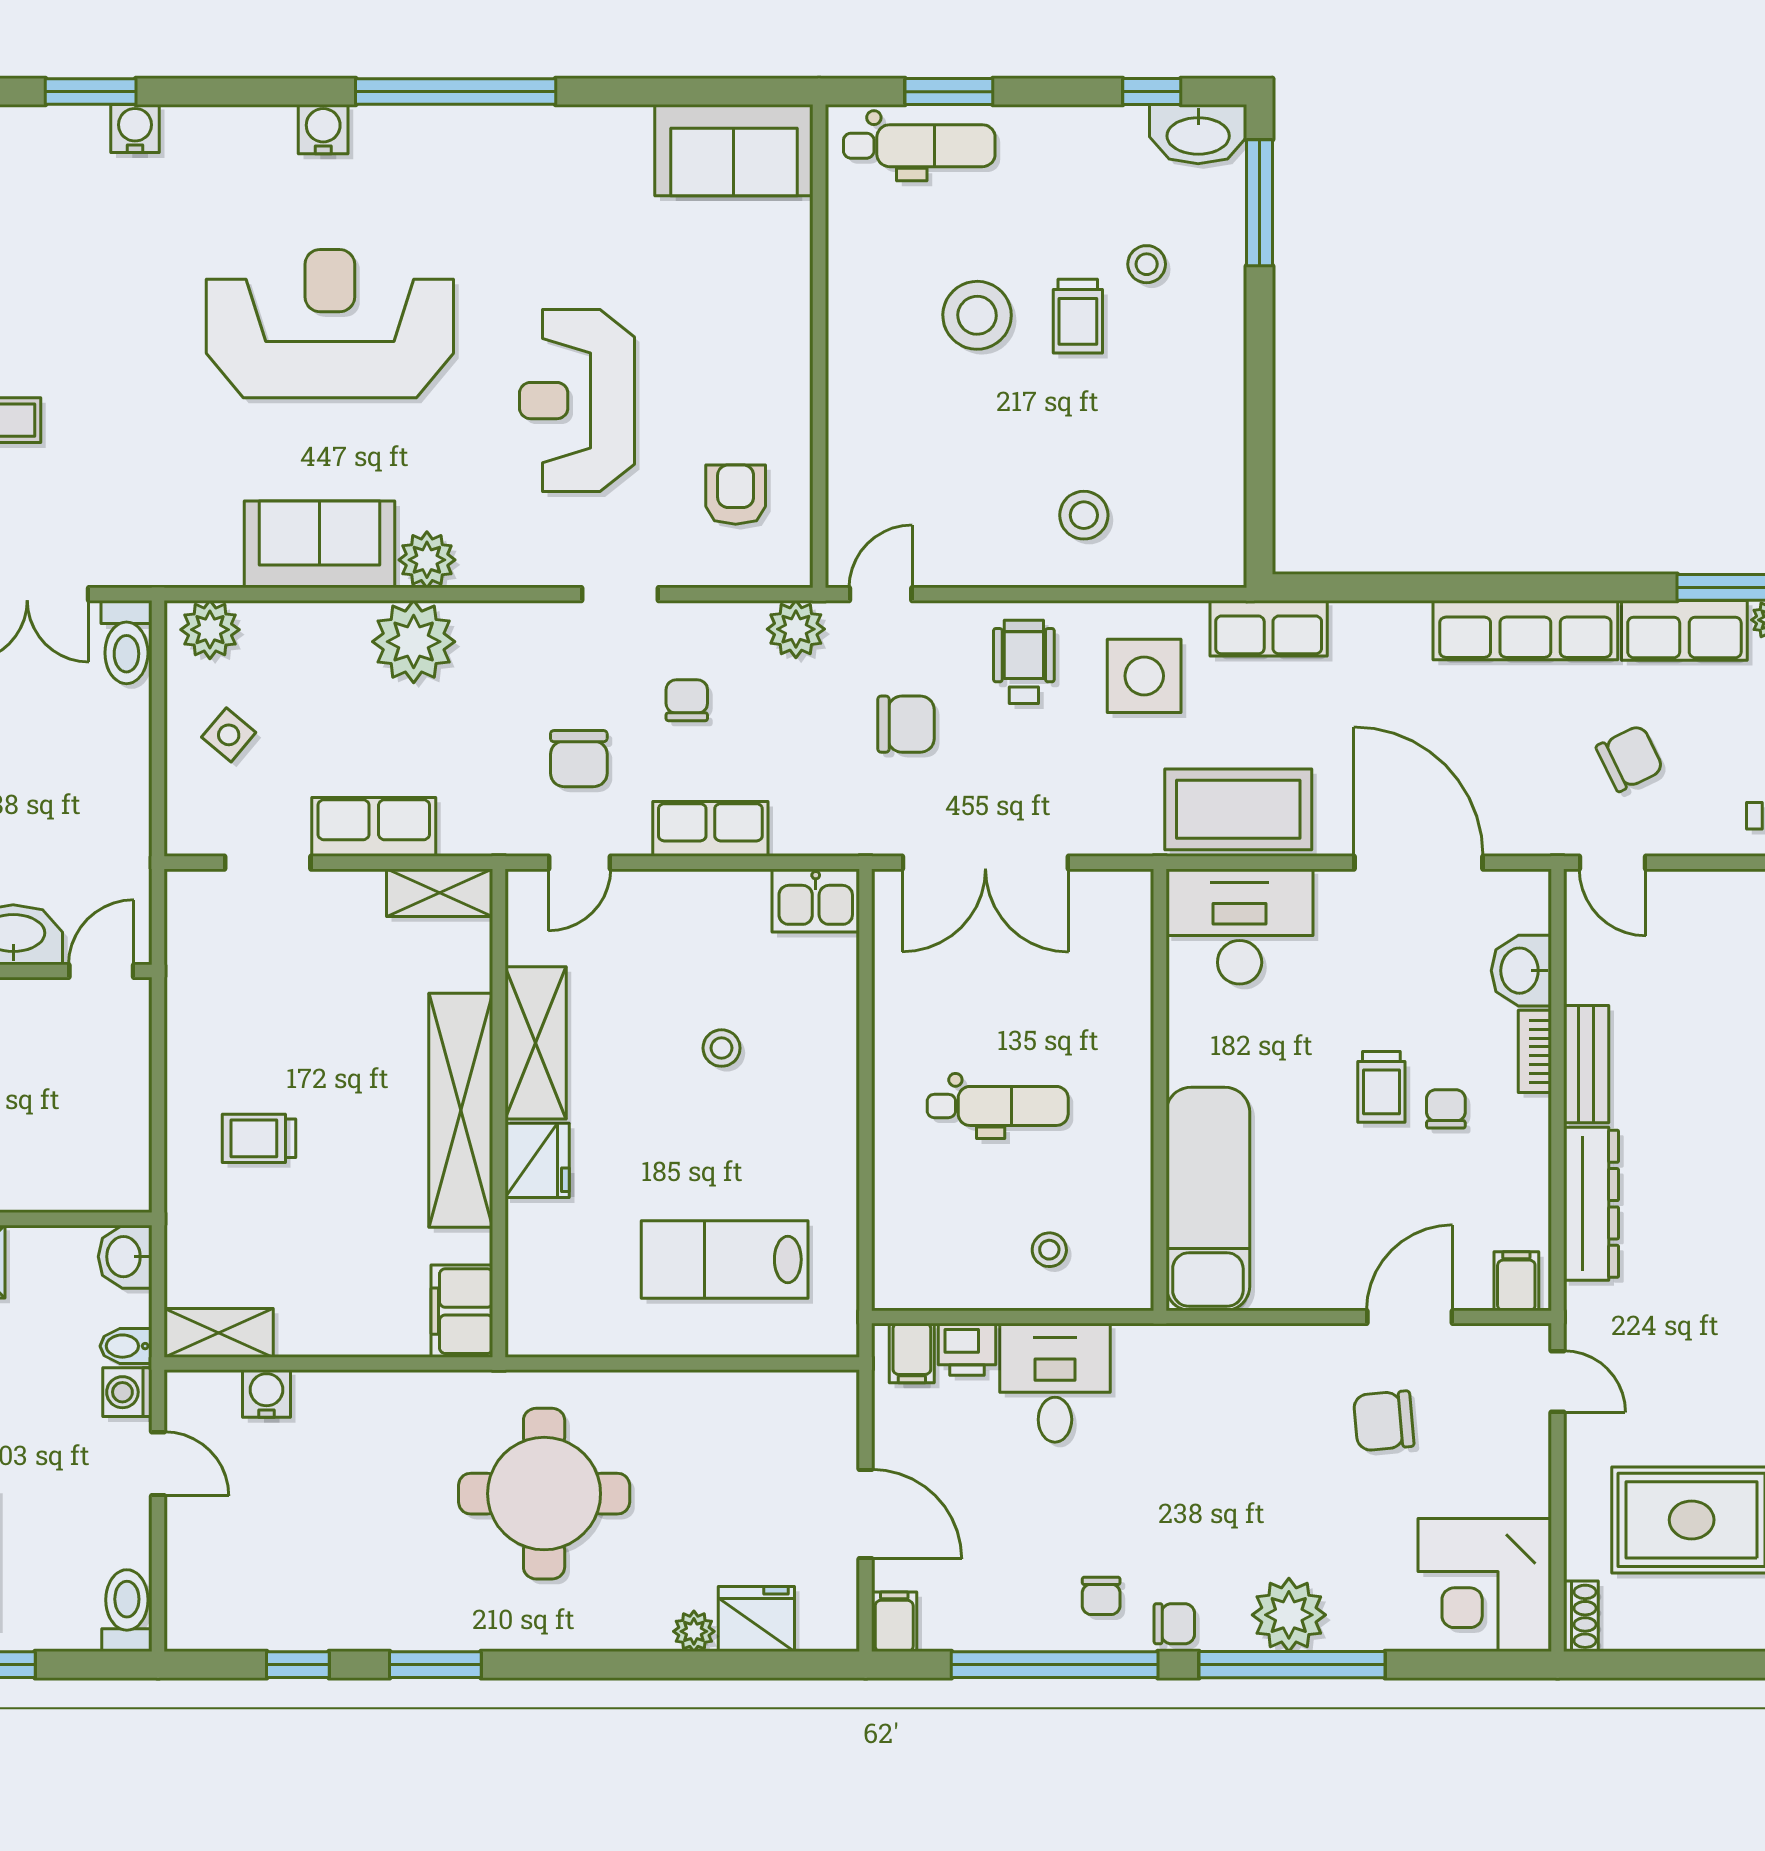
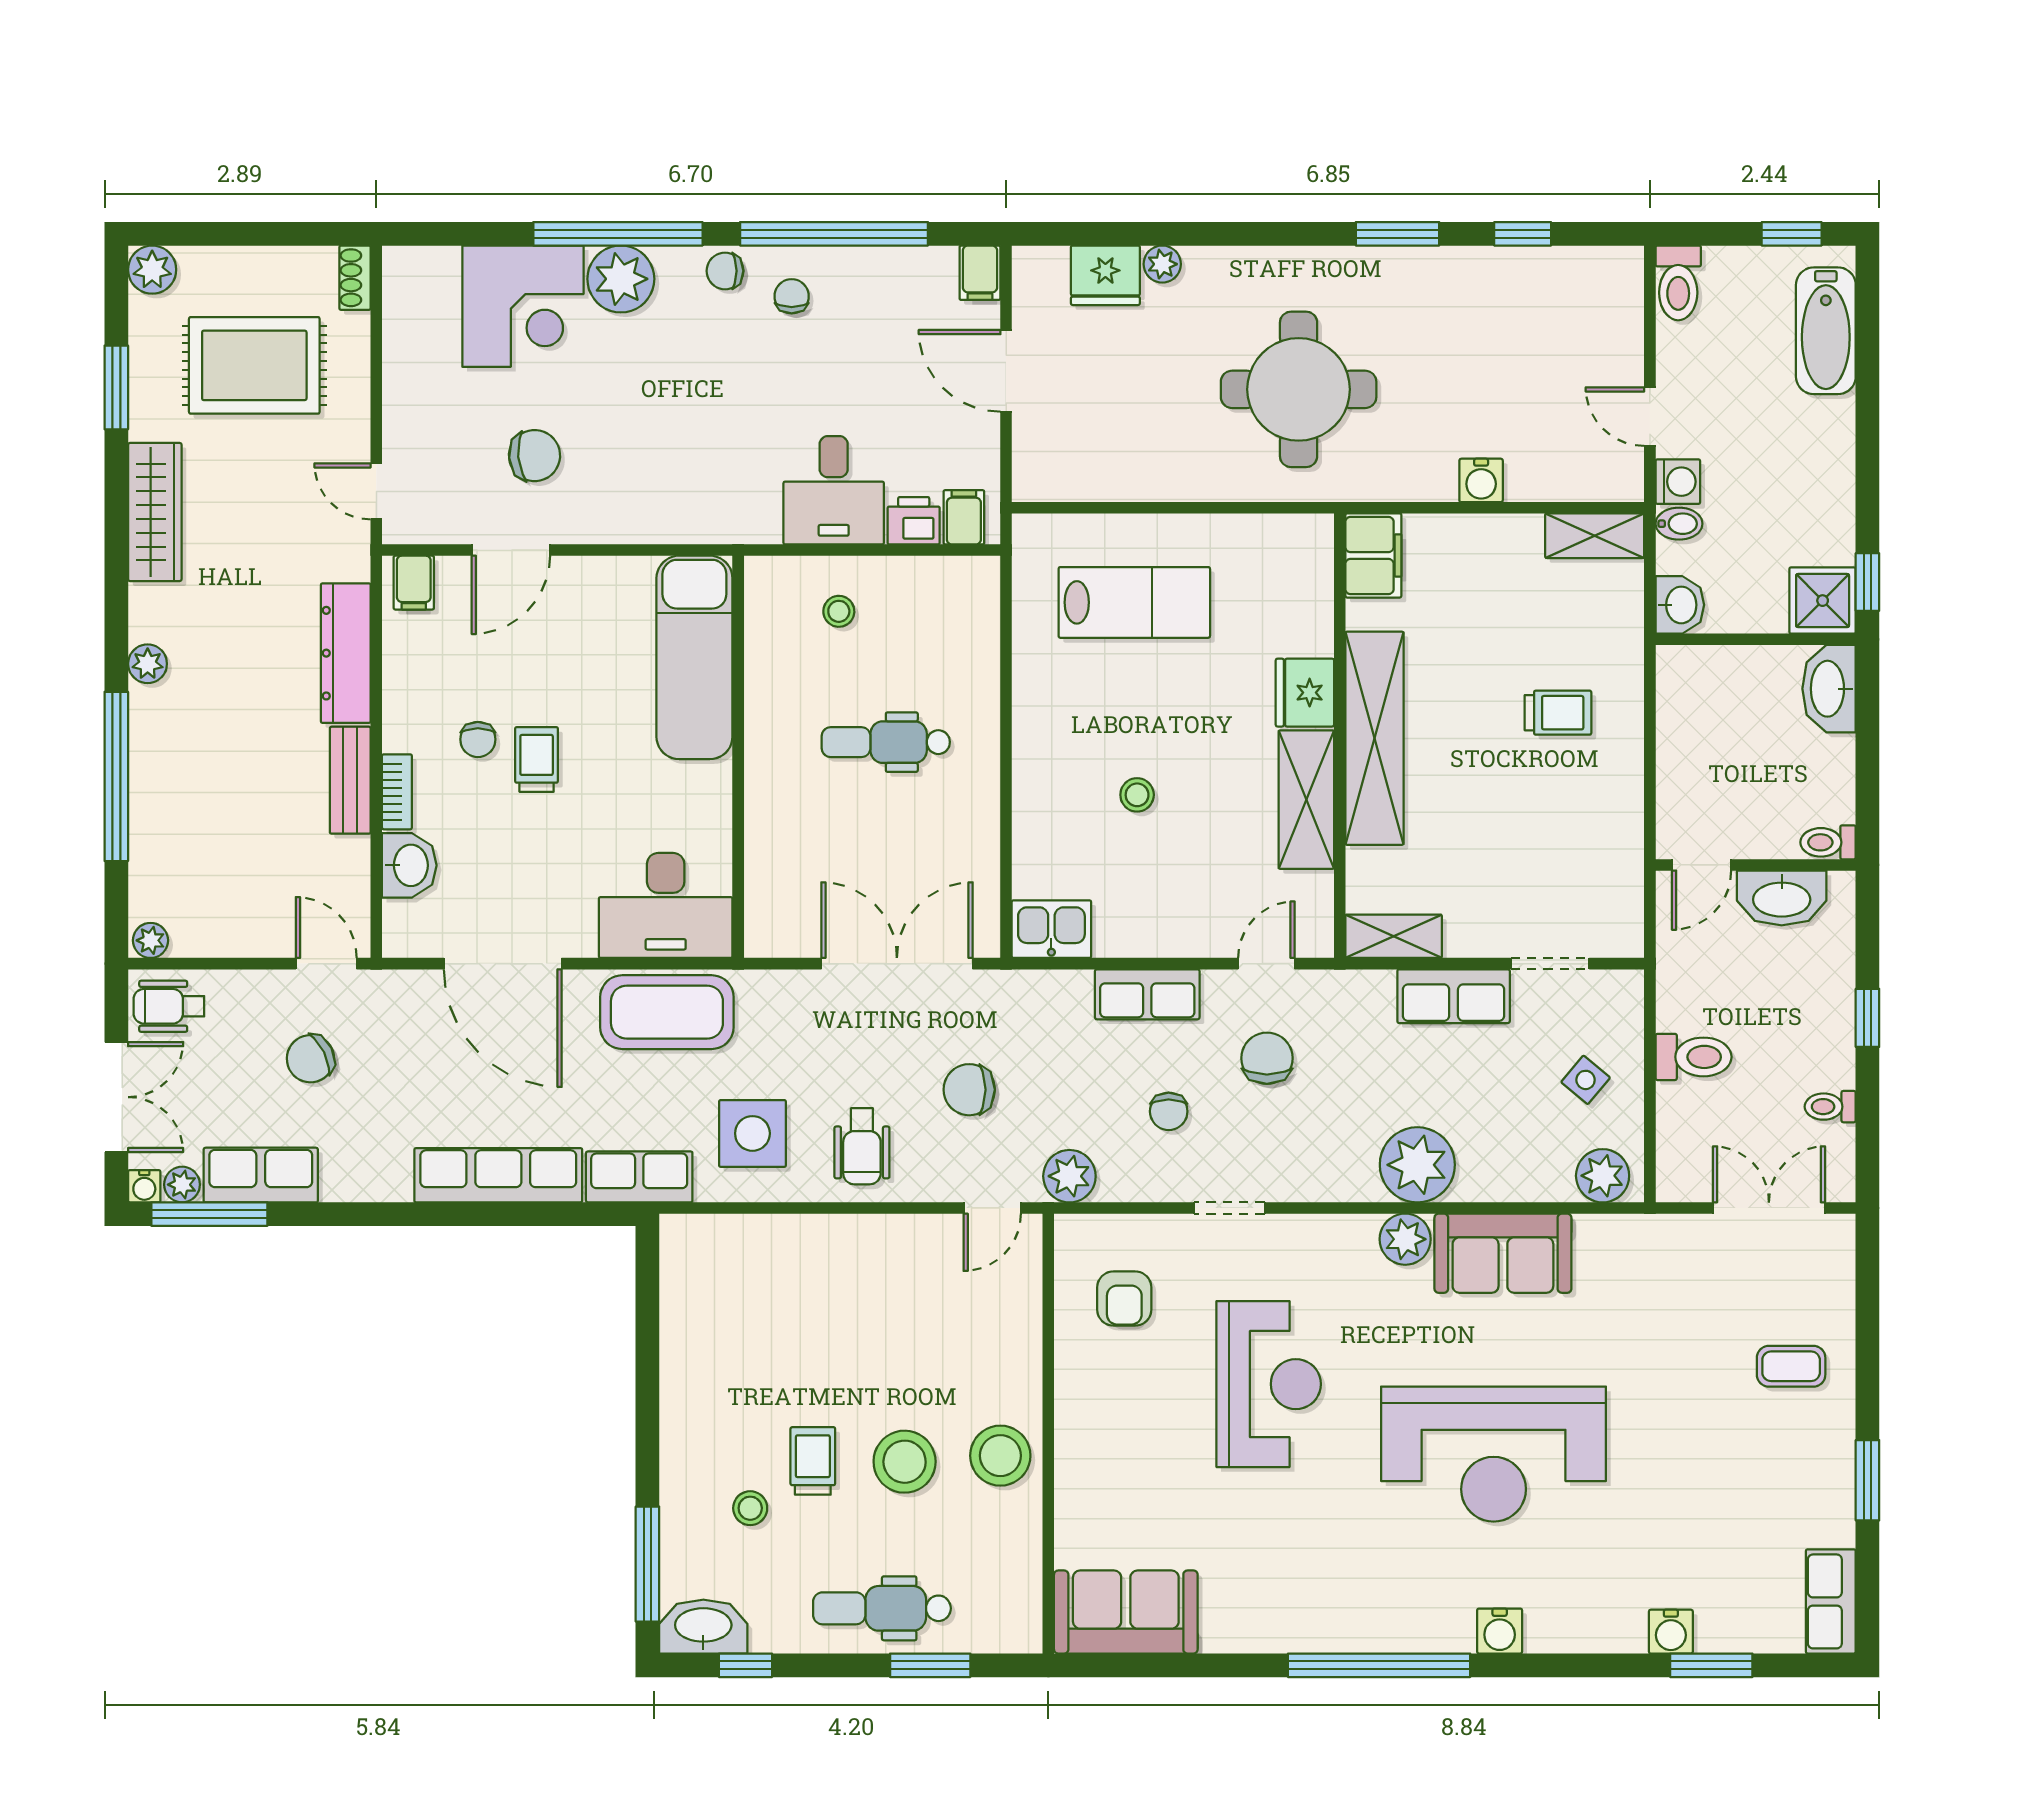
dental chair: (919, 146) -> (882, 1608), moved
stool: (1084, 515) -> (1000, 1456), moved, width x1.38, depth x1.38
row of seats: (1525, 630) -> (498, 1175), moved
toilet: (126, 642) -> (1694, 1057), moved, turned 90
water cooler: (267, 1394) -> (1481, 480), moved
corner desk: (1485, 1585) -> (523, 306), moved, turned 90

